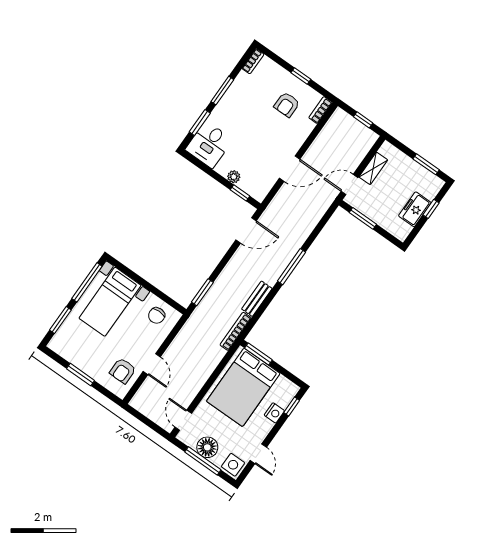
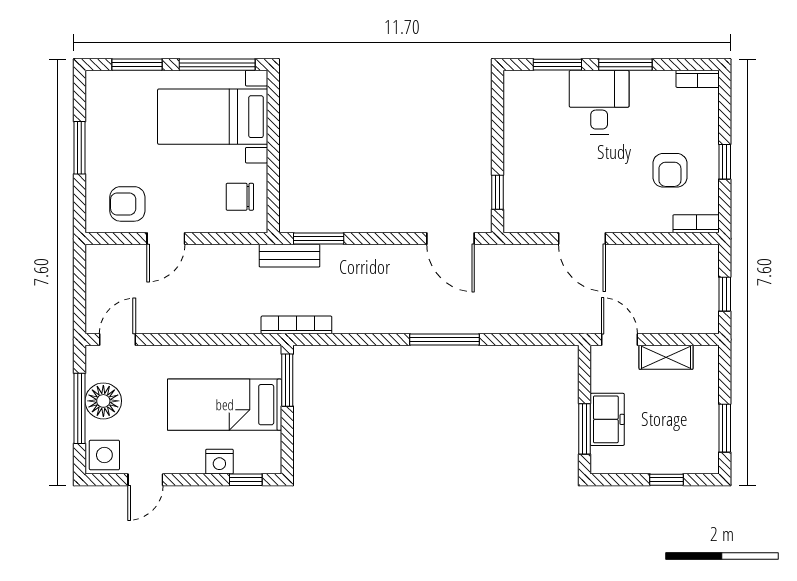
armchair: (287, 105) -> (670, 170), turned -90
desk: (209, 145) -> (599, 102), moved, turned 90
plant: (234, 177) -> (514, 167), removed
freezer: (415, 209) -> (607, 419), moved, turned 90
window: (363, 218) -> (585, 429), moved
bench: (257, 299) -> (290, 256), moved
bed: (243, 387) -> (225, 405), width x0.67

